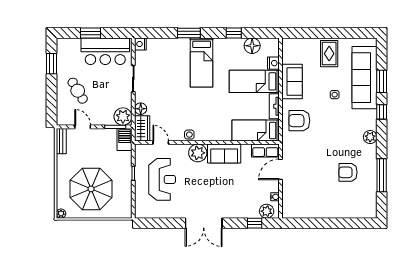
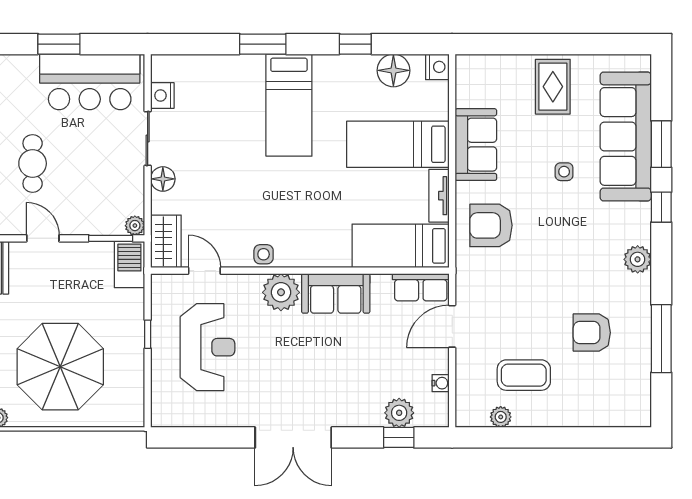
nightstand: (140, 44) -> (162, 95), moved
nightstand: (273, 63) -> (437, 67), moved
cafe table: (78, 91) -> (33, 163), turned 31
floor lamp: (141, 109) -> (163, 179), moved
plant: (123, 117) -> (135, 226), width x0.53, depth x0.53
coffee table: (315, 193) -> (524, 375), added
plant: (267, 211) -> (399, 413), moved
plant: (304, 213) -> (501, 417), added

